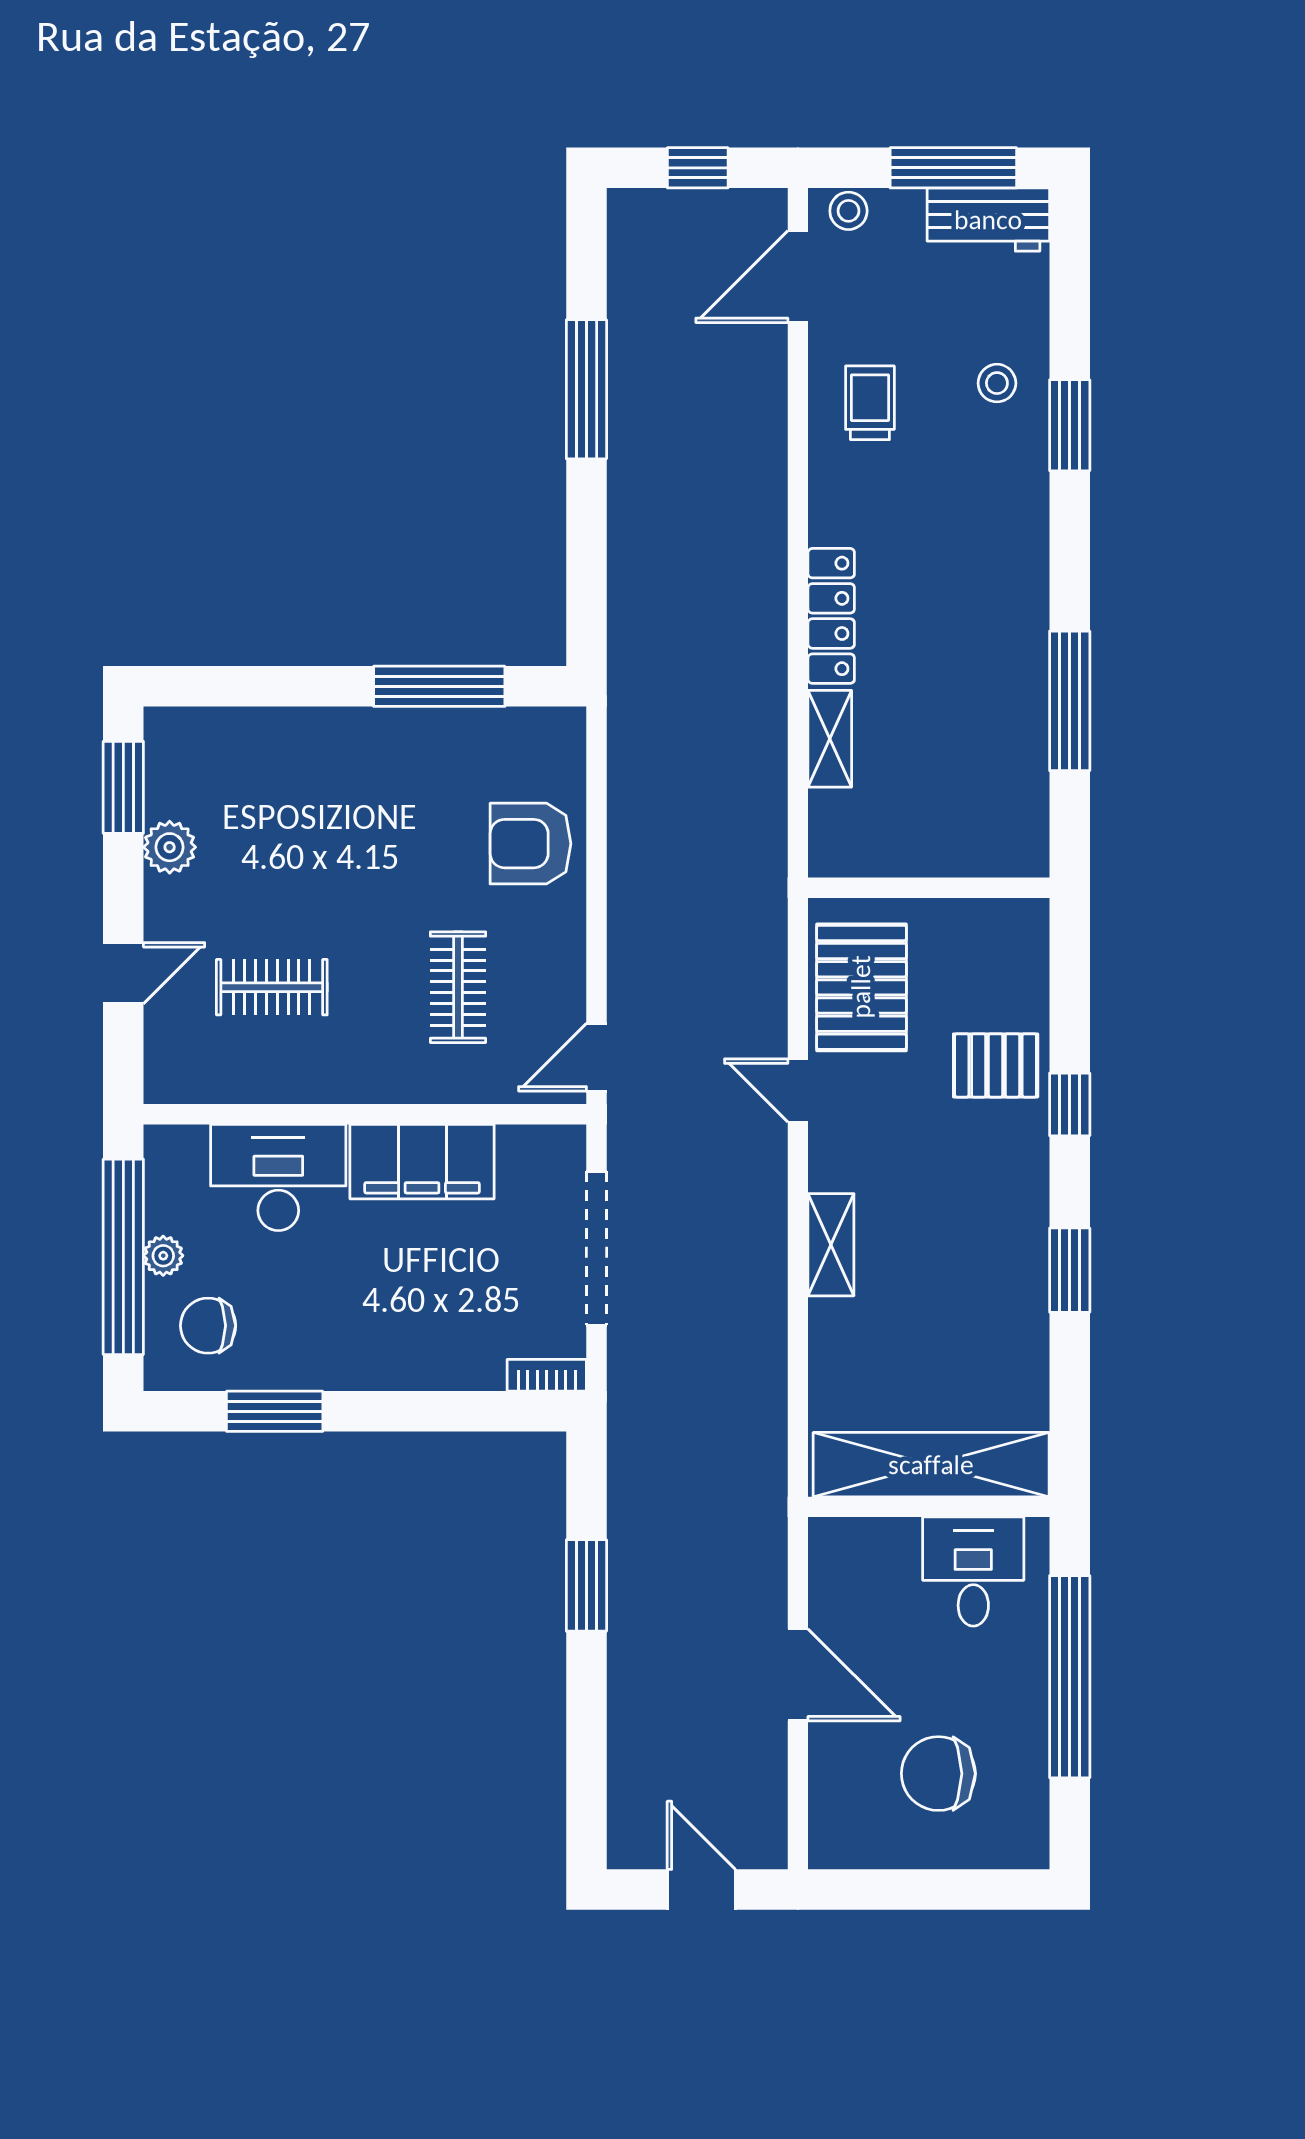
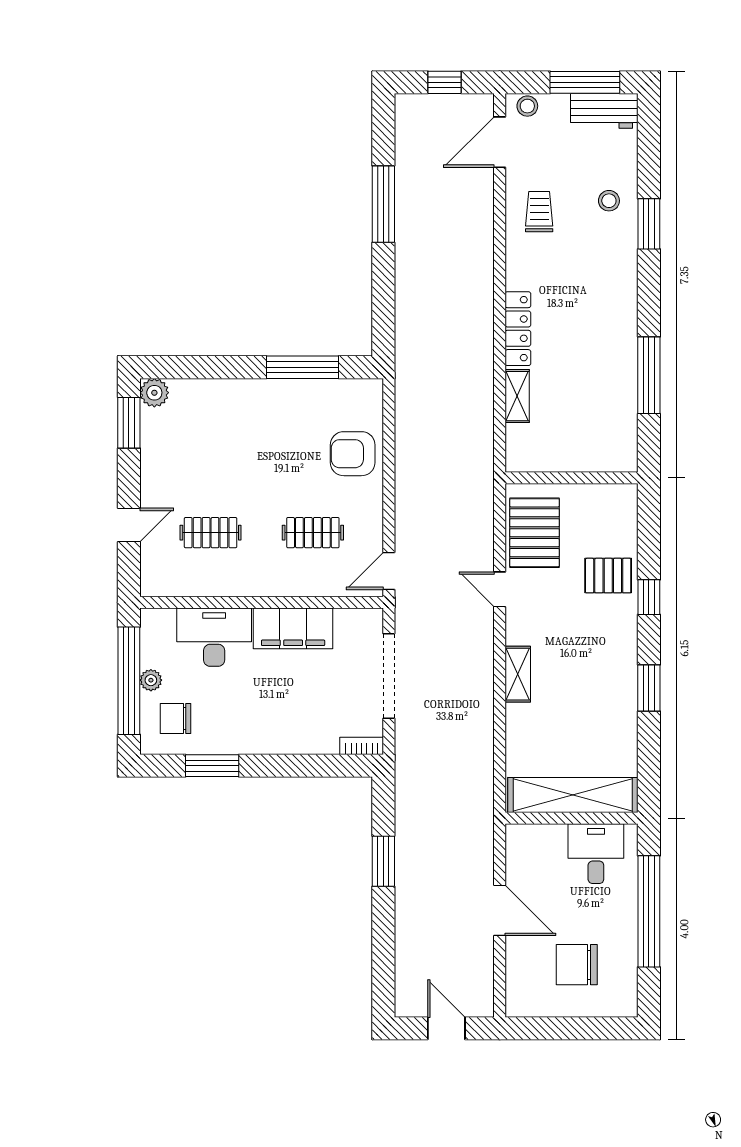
plant: (170, 847) -> (154, 393), moved
clothes rail: (458, 987) -> (313, 533), turned 90

